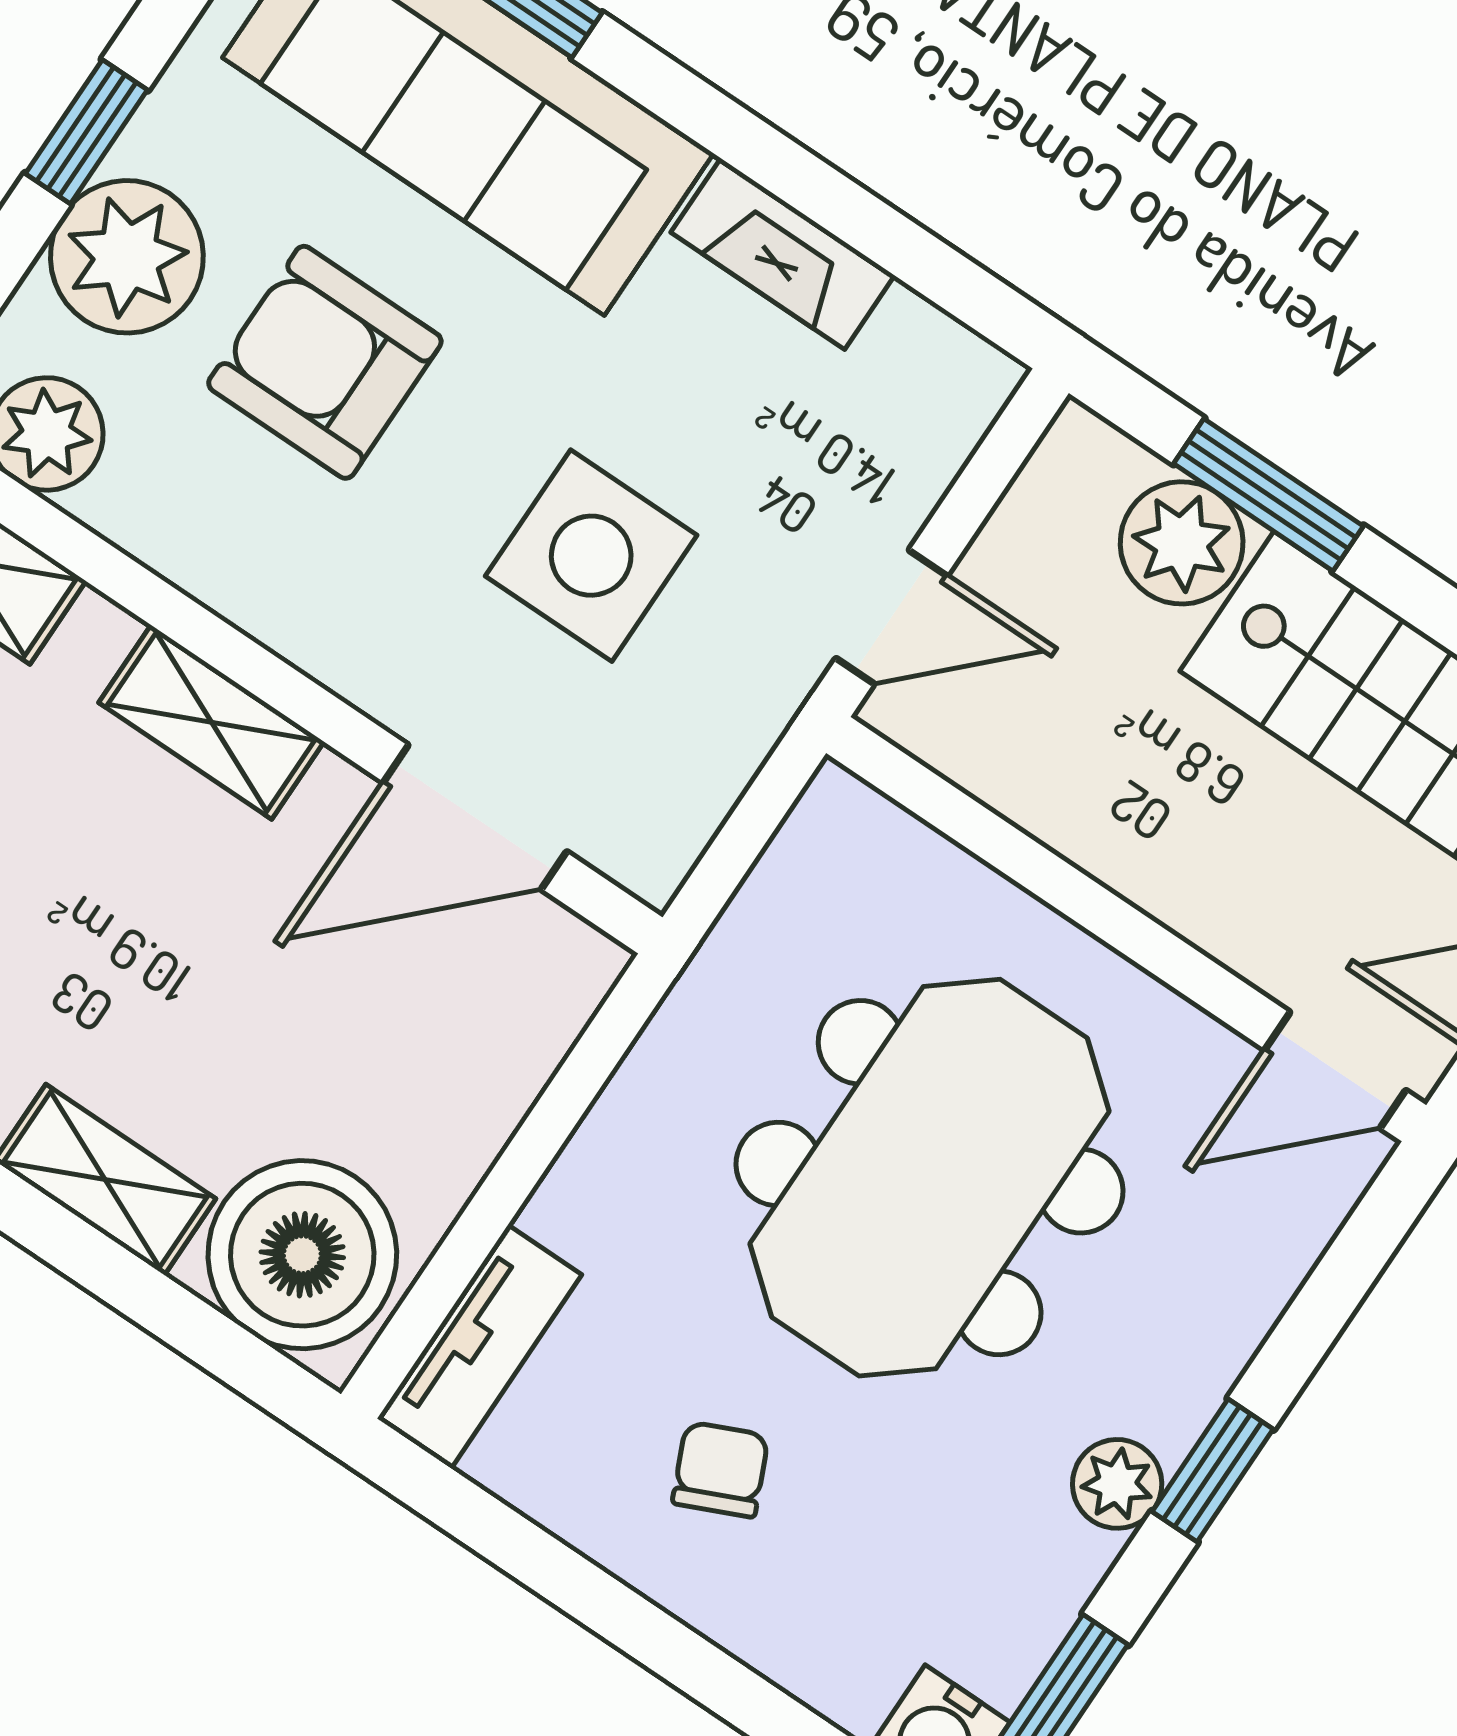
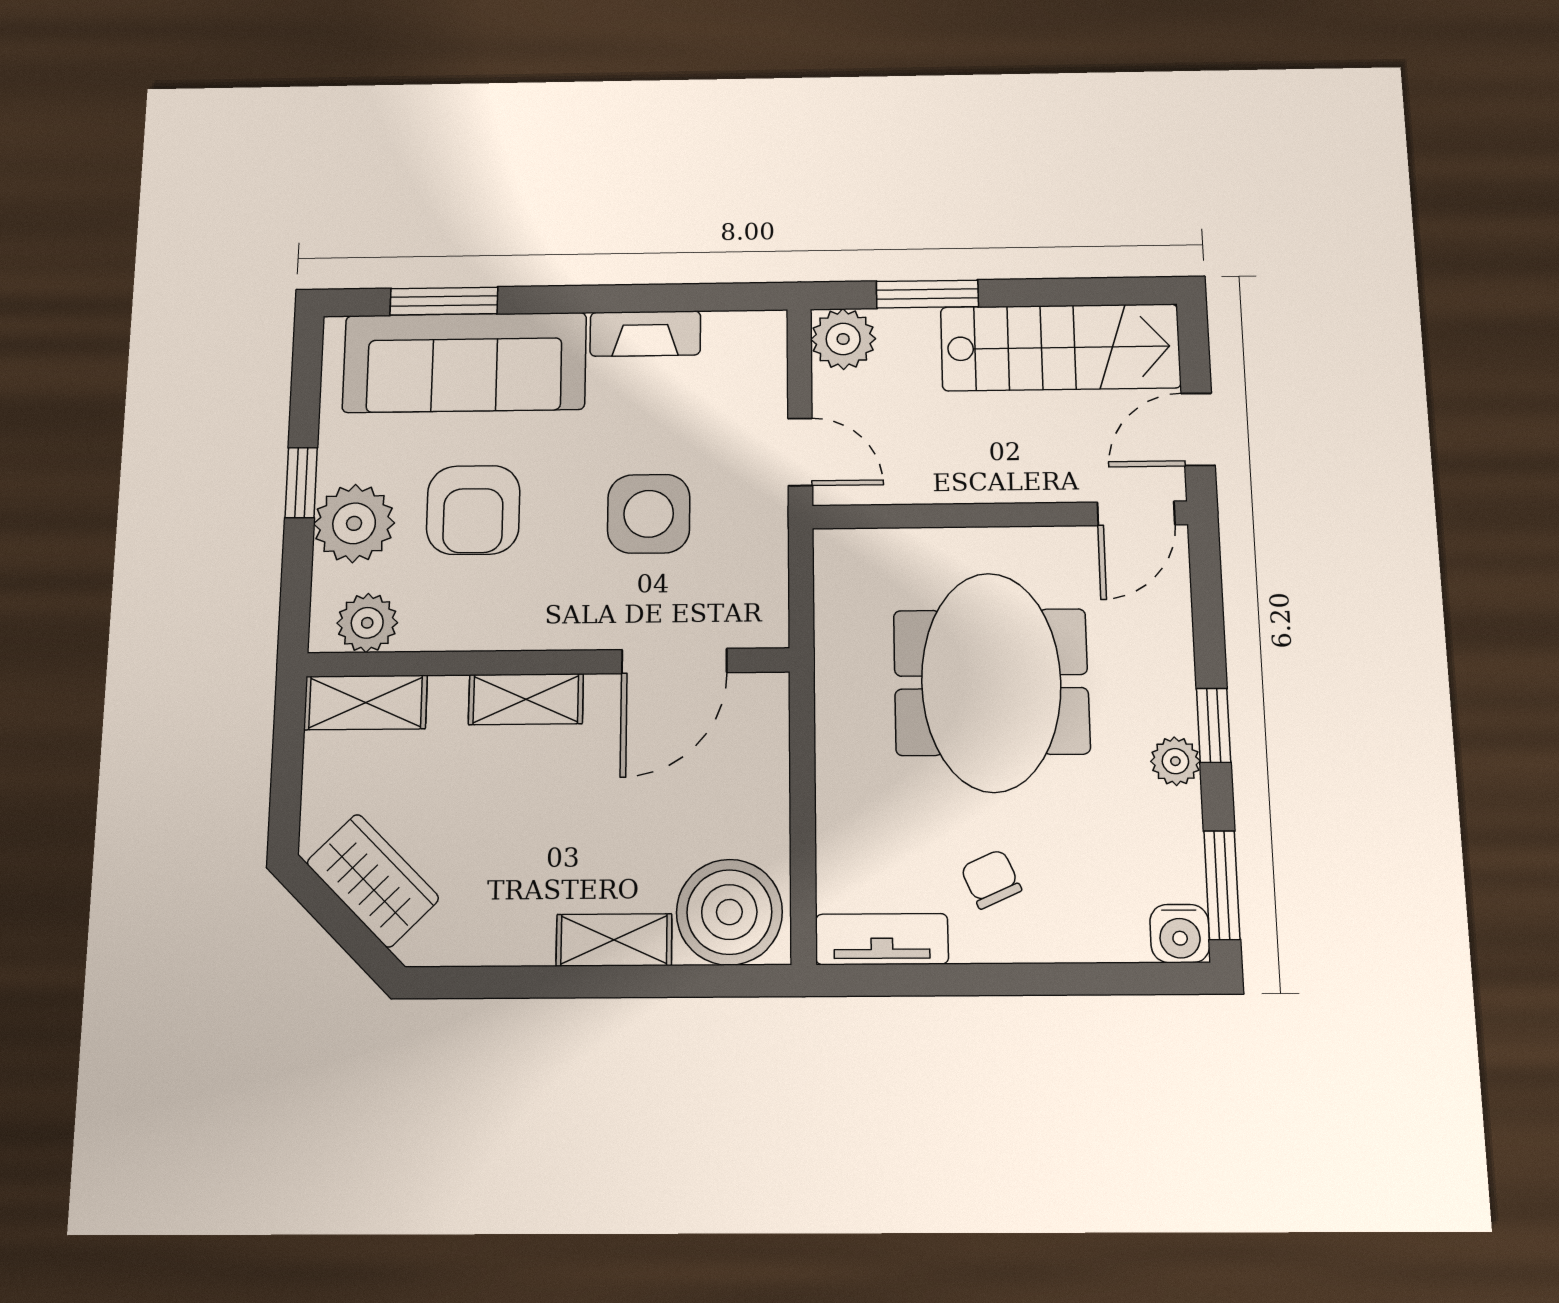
armchair: (325, 362) -> (473, 510), turned -90
plant: (1182, 543) -> (843, 339), moved
door: (892, 617) -> (800, 452), hinge flipped
tv unit: (479, 1347) -> (882, 939), moved, turned -90

